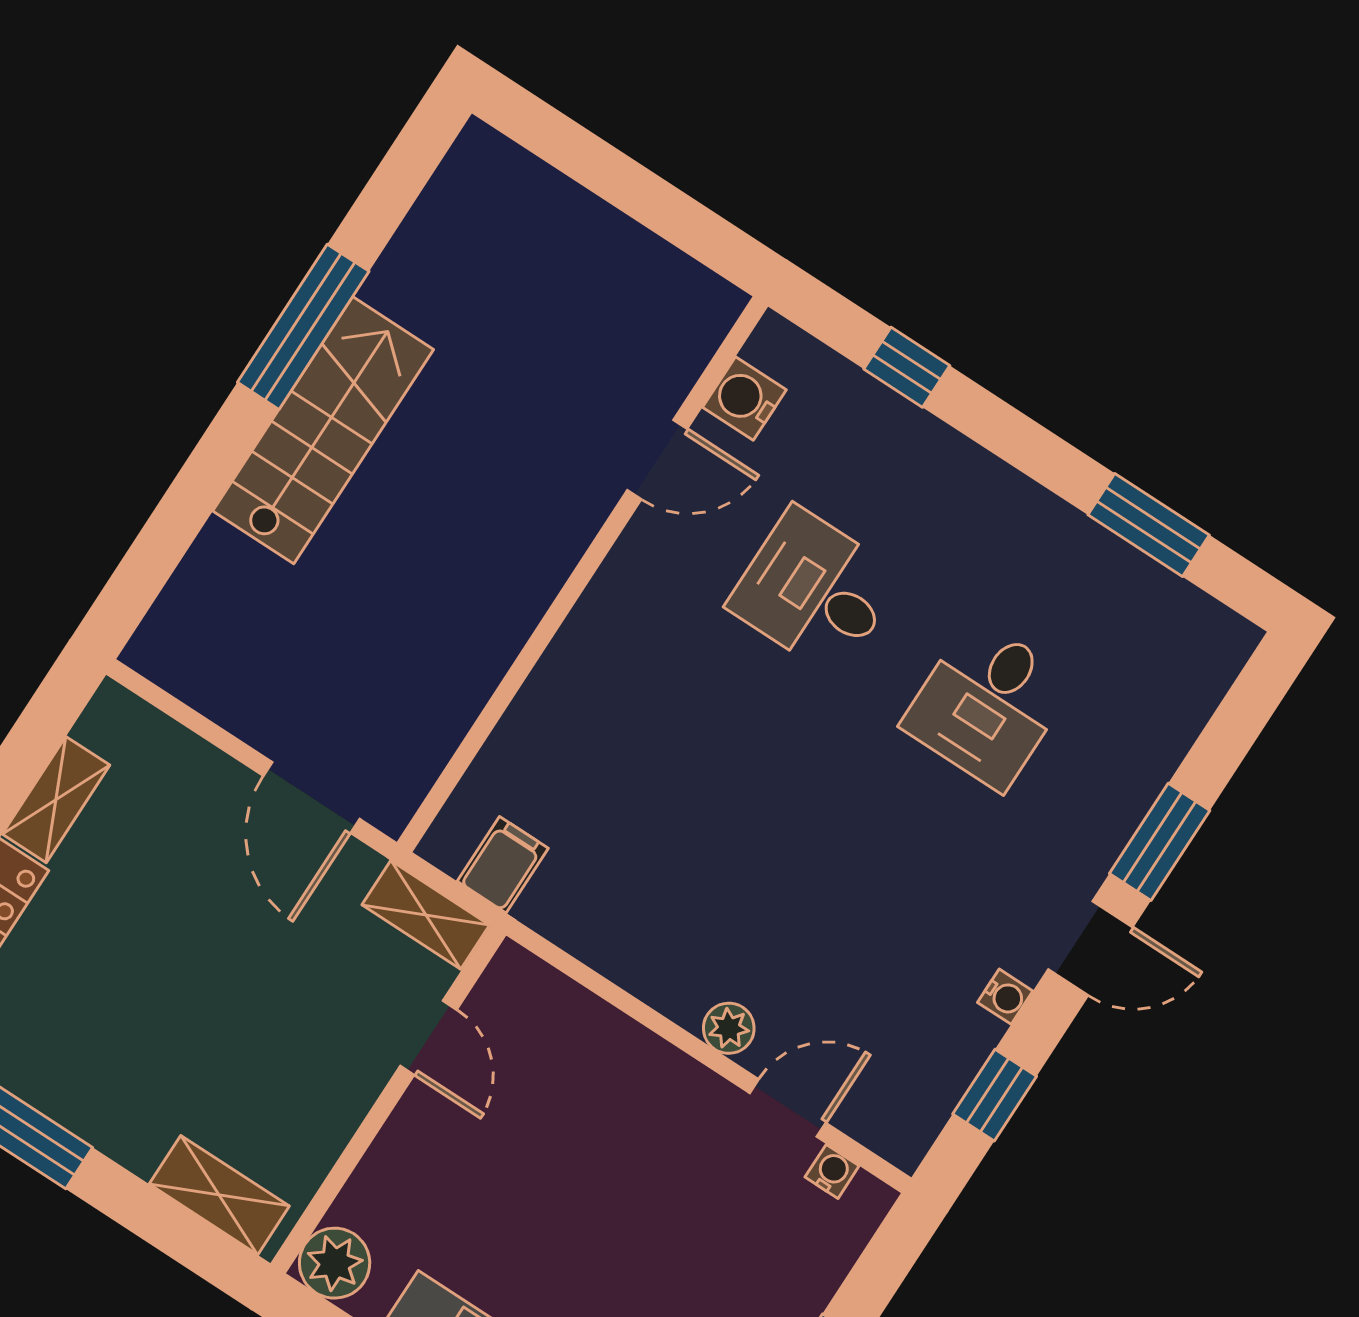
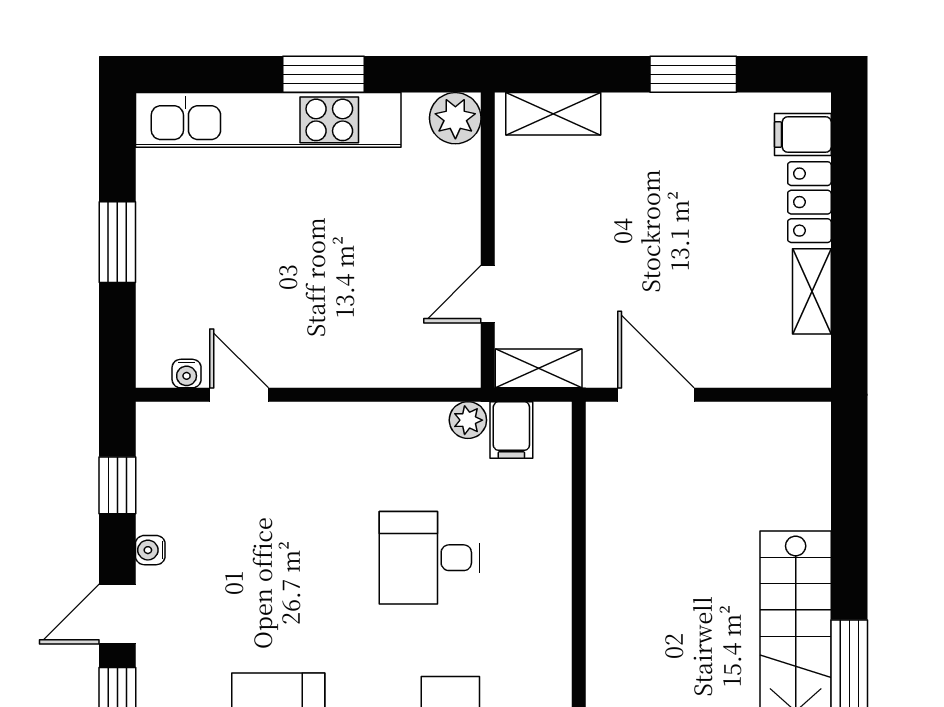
desk: (692, 780) -> (429, 558), added
plant: (729, 1028) -> (468, 420), moved
door: (428, 1038) -> (488, 294), hinge flipped
door: (788, 1108) -> (239, 395), swing flipped

